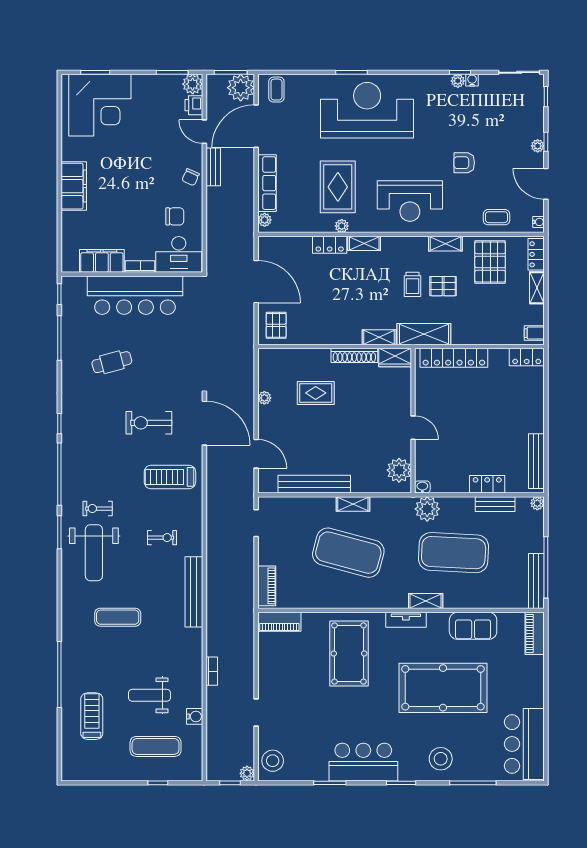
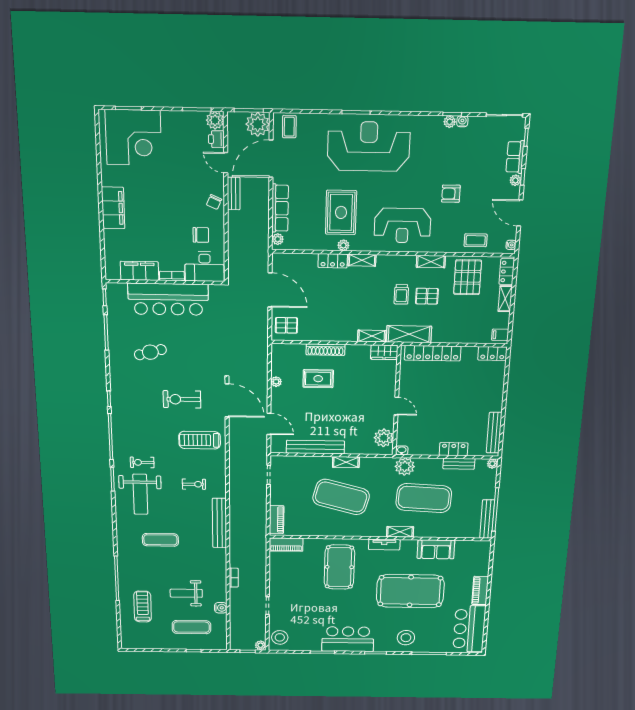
row of seats: (535, 119) -> (515, 157), added
pallet: (276, 325) -> (286, 325), turned 90
shoe rack: (354, 355) -> (325, 350), moved
piano: (535, 633) -> (480, 591), moved

